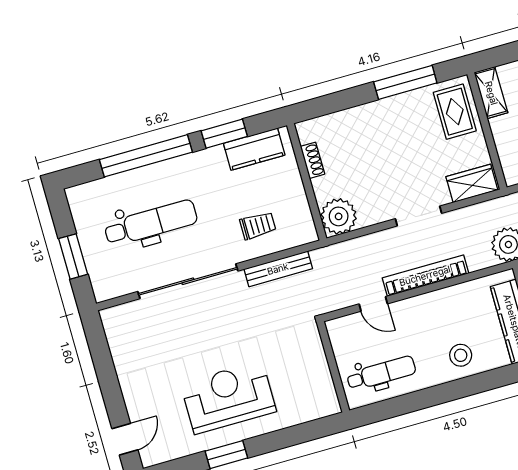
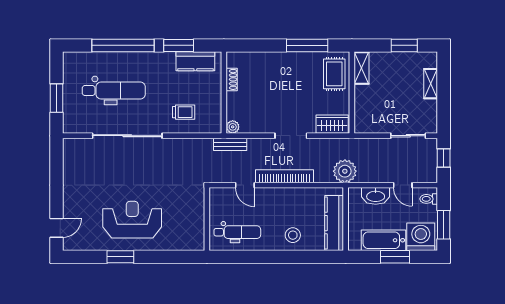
plant: (339, 216) -> (233, 127), width x0.53, depth x0.53
bench: (278, 269) -> (230, 144), moved, width x0.73

